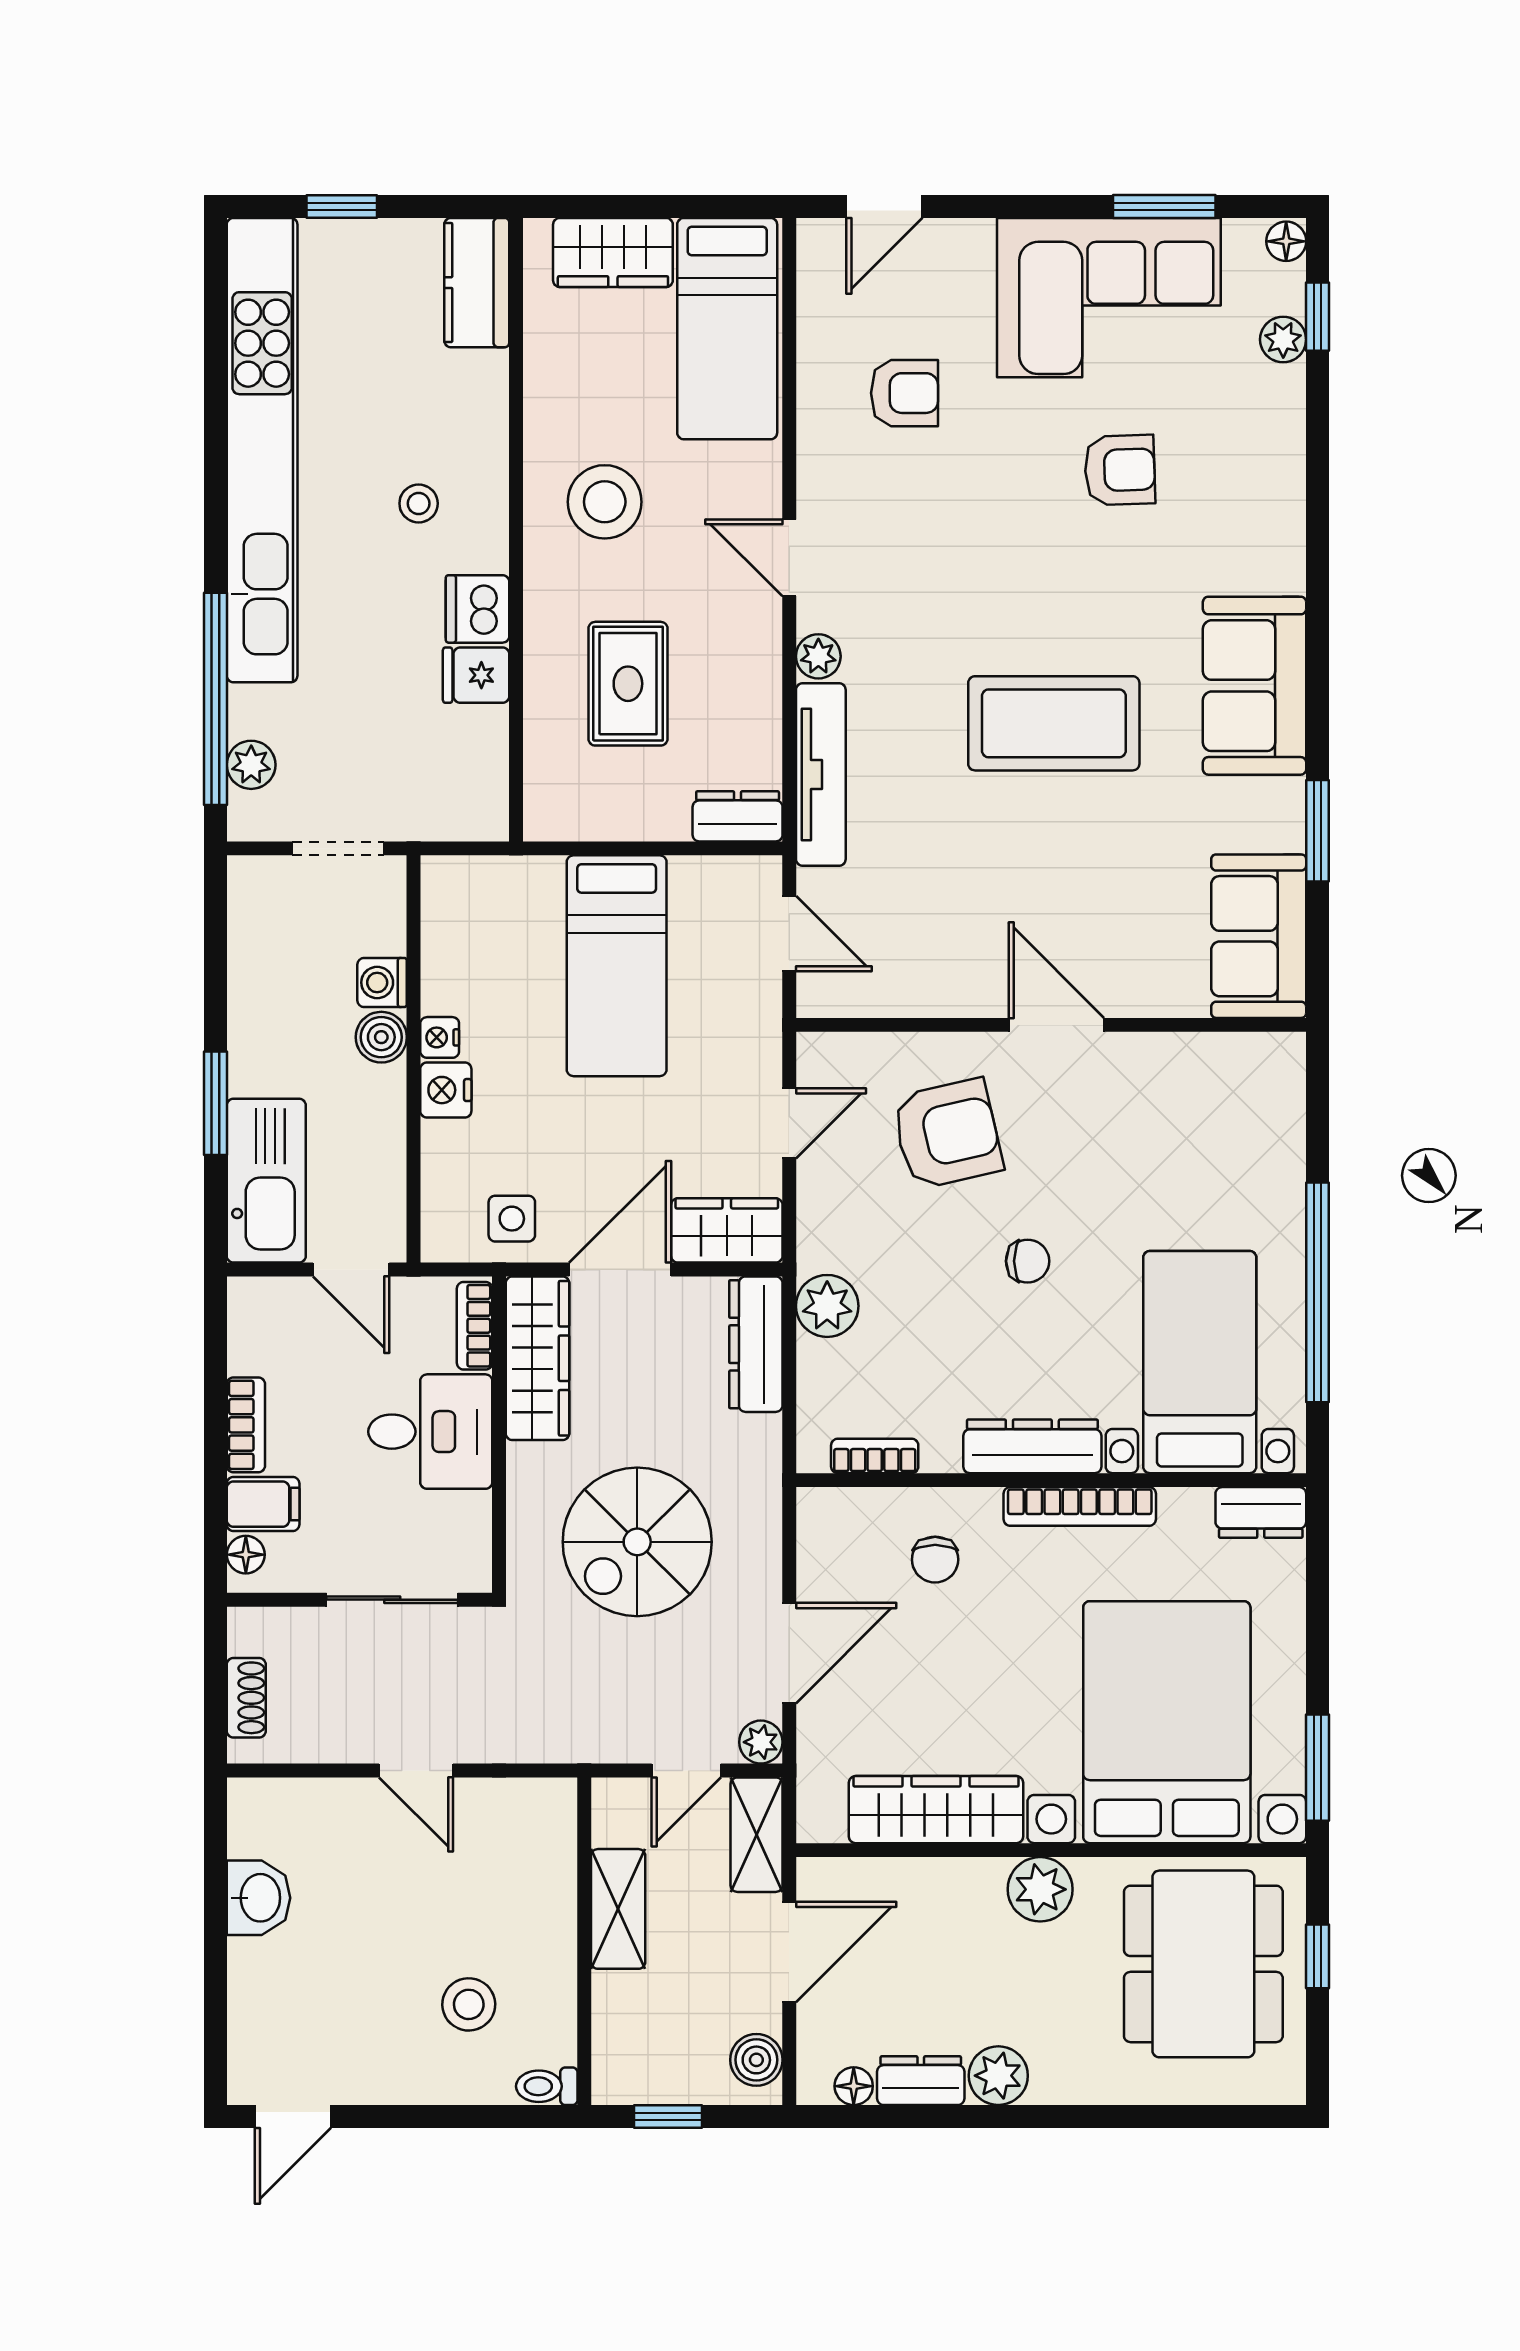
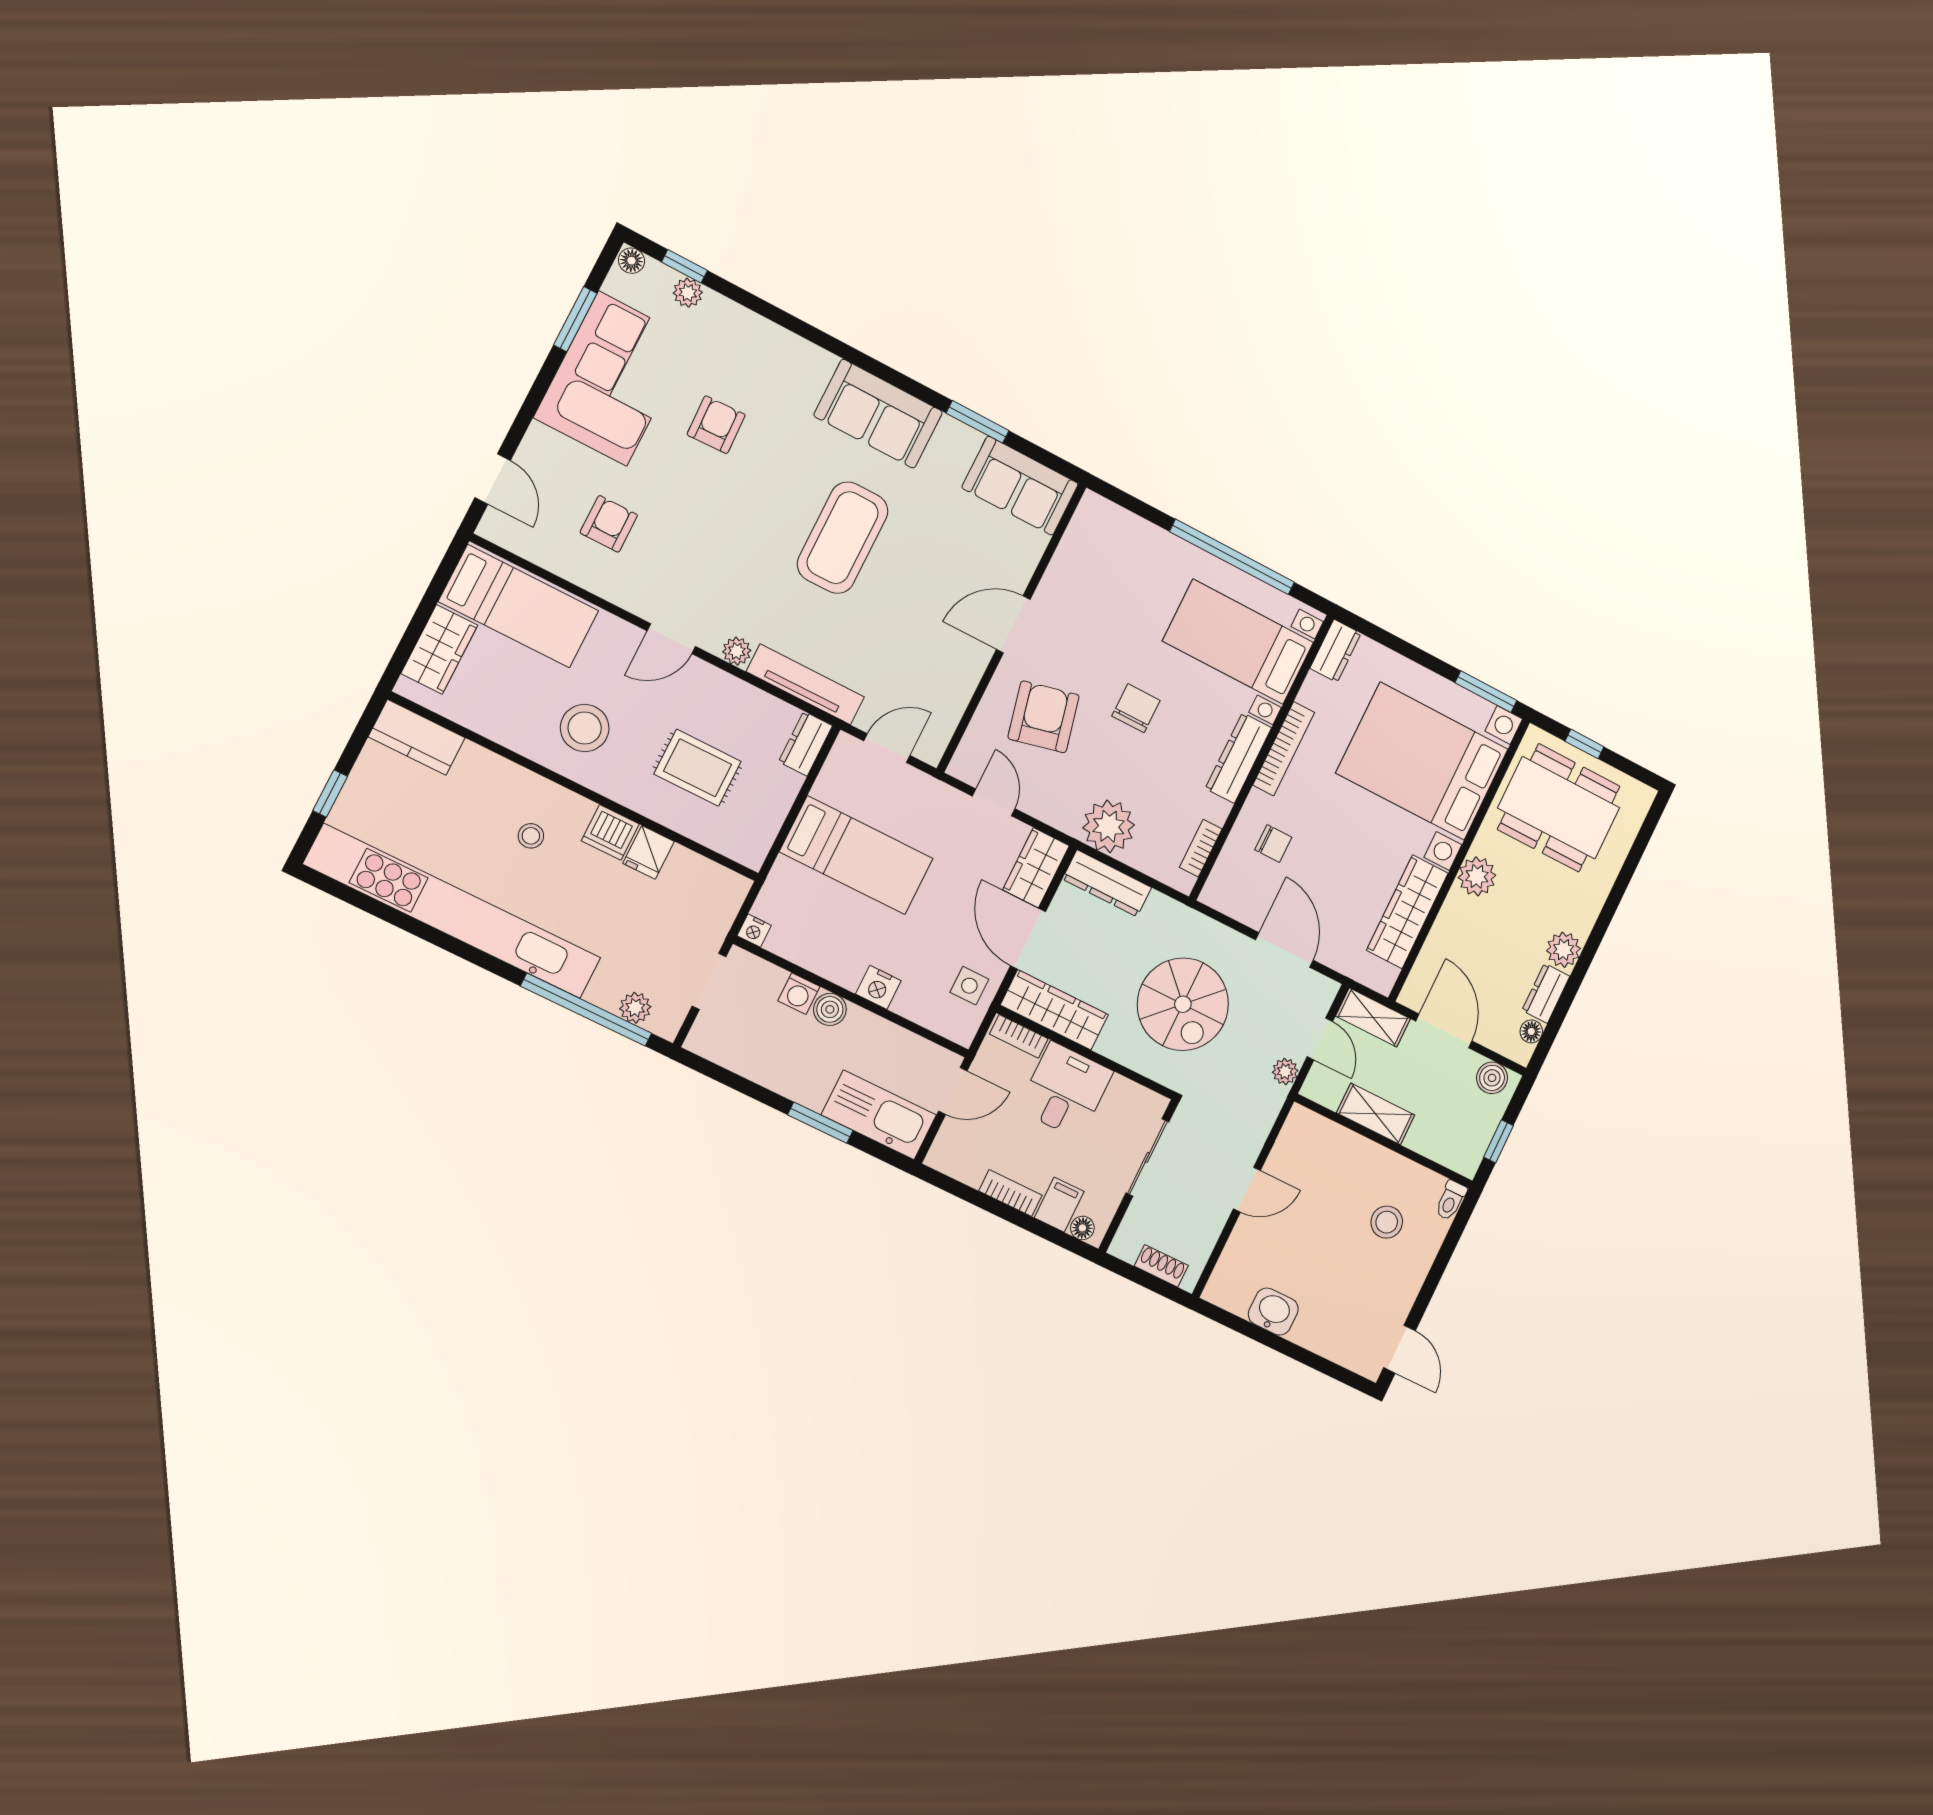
nightstand: (440, 1037) -> (754, 931), moved
chair: (1028, 1261) -> (1136, 708), width x1.37, depth x1.37
plant: (827, 1306) -> (1109, 826), width x1.36, depth x1.36
plant: (761, 1742) -> (1285, 1071), moved

